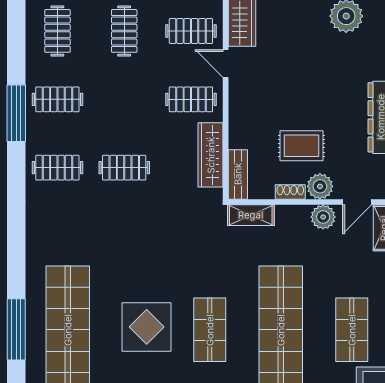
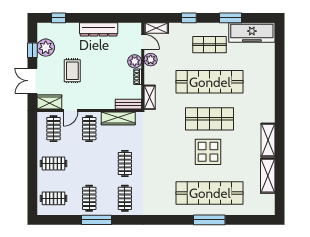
rug: (302, 146) -> (72, 71), moved
shop shelf: (210, 330) -> (210, 119), width x1.43, depth x1.36

